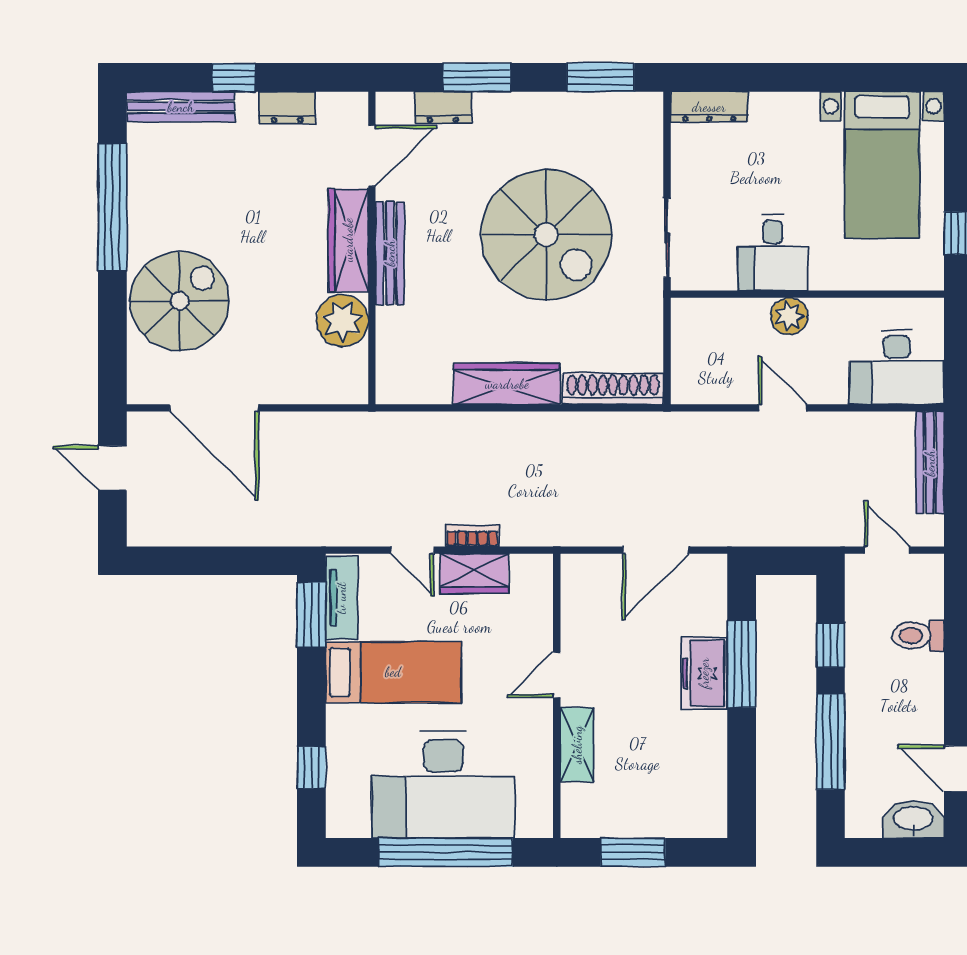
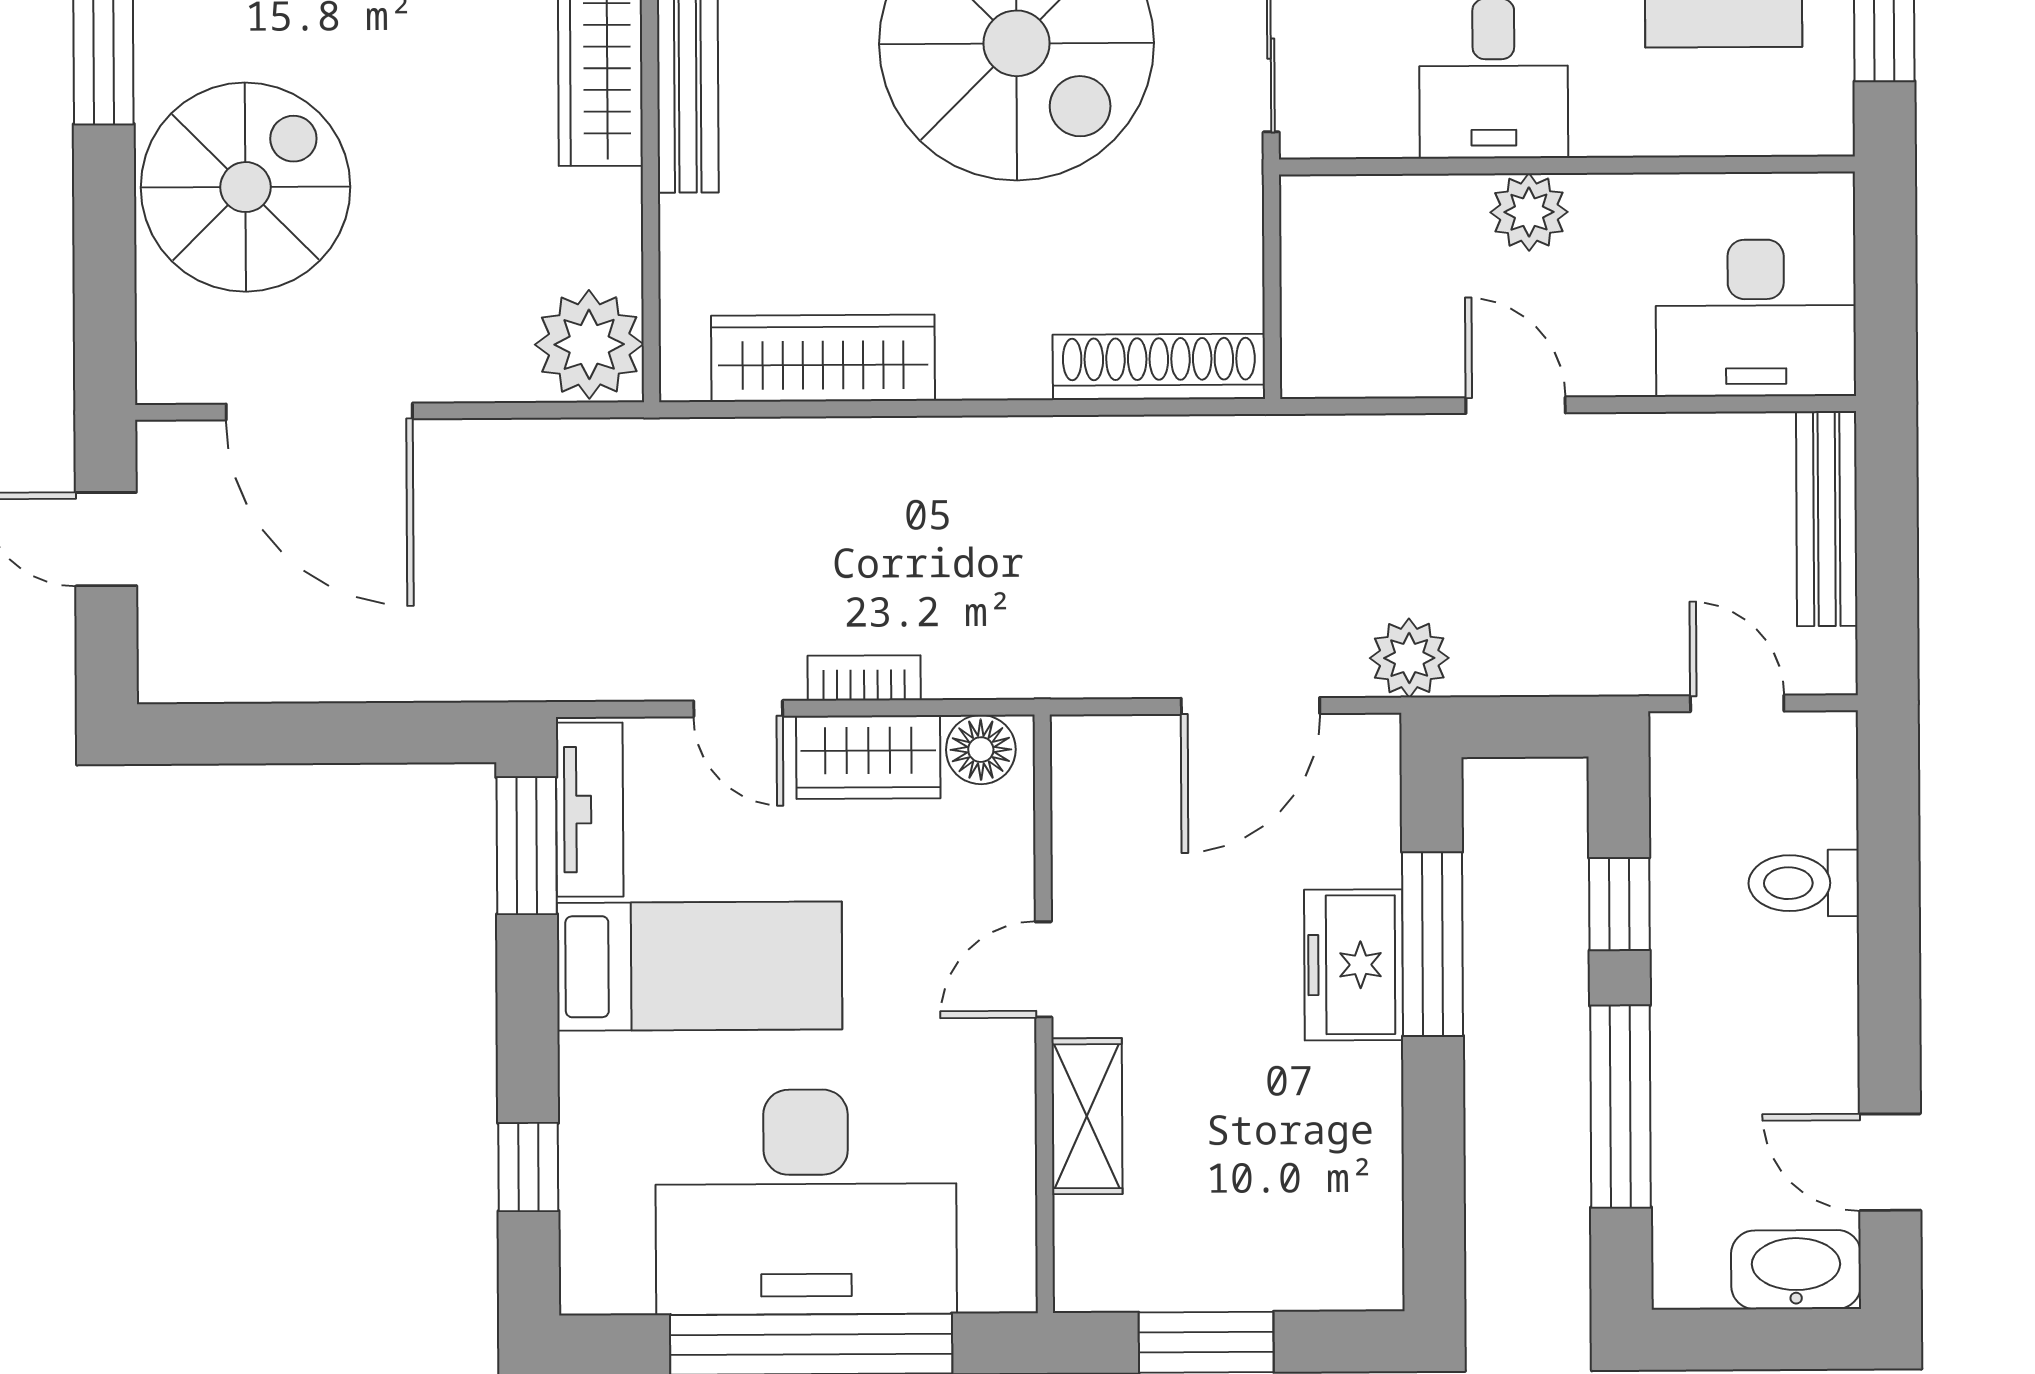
plant: (342, 321) -> (589, 344), moved
wardrobe: (507, 384) -> (823, 358), moved
plant: (731, 528) -> (1409, 658), added
floor lamp: (527, 570) -> (981, 750), added

